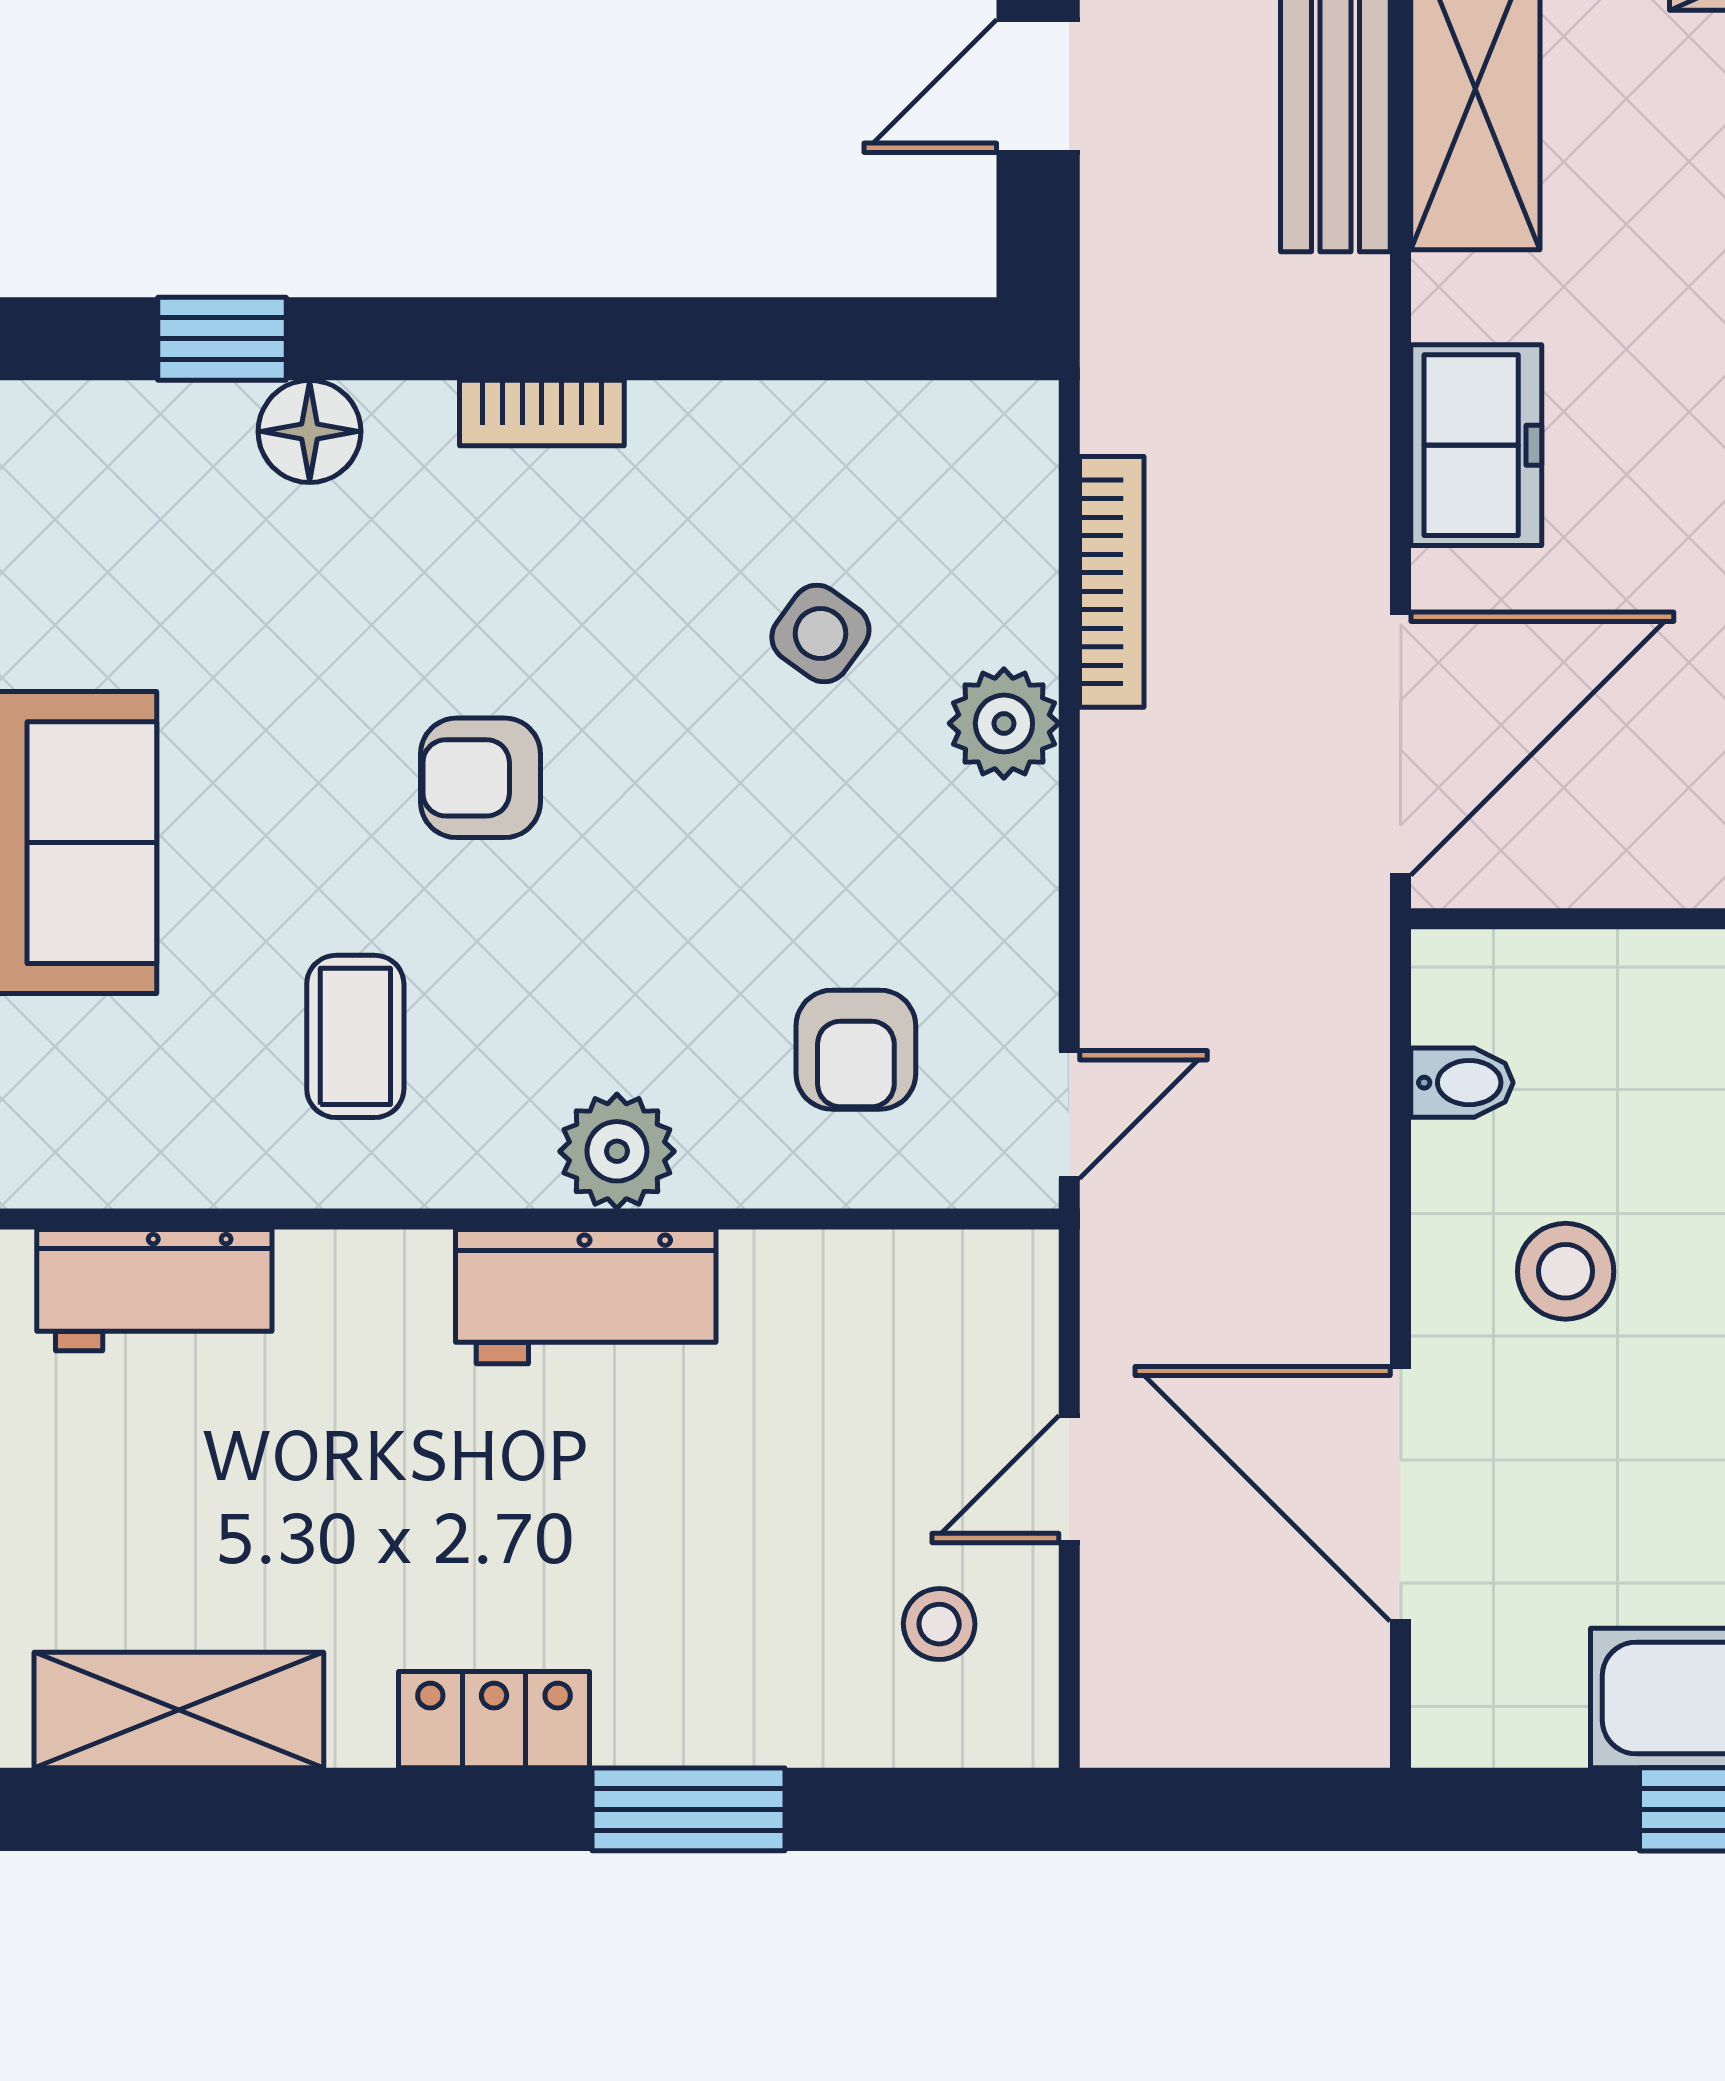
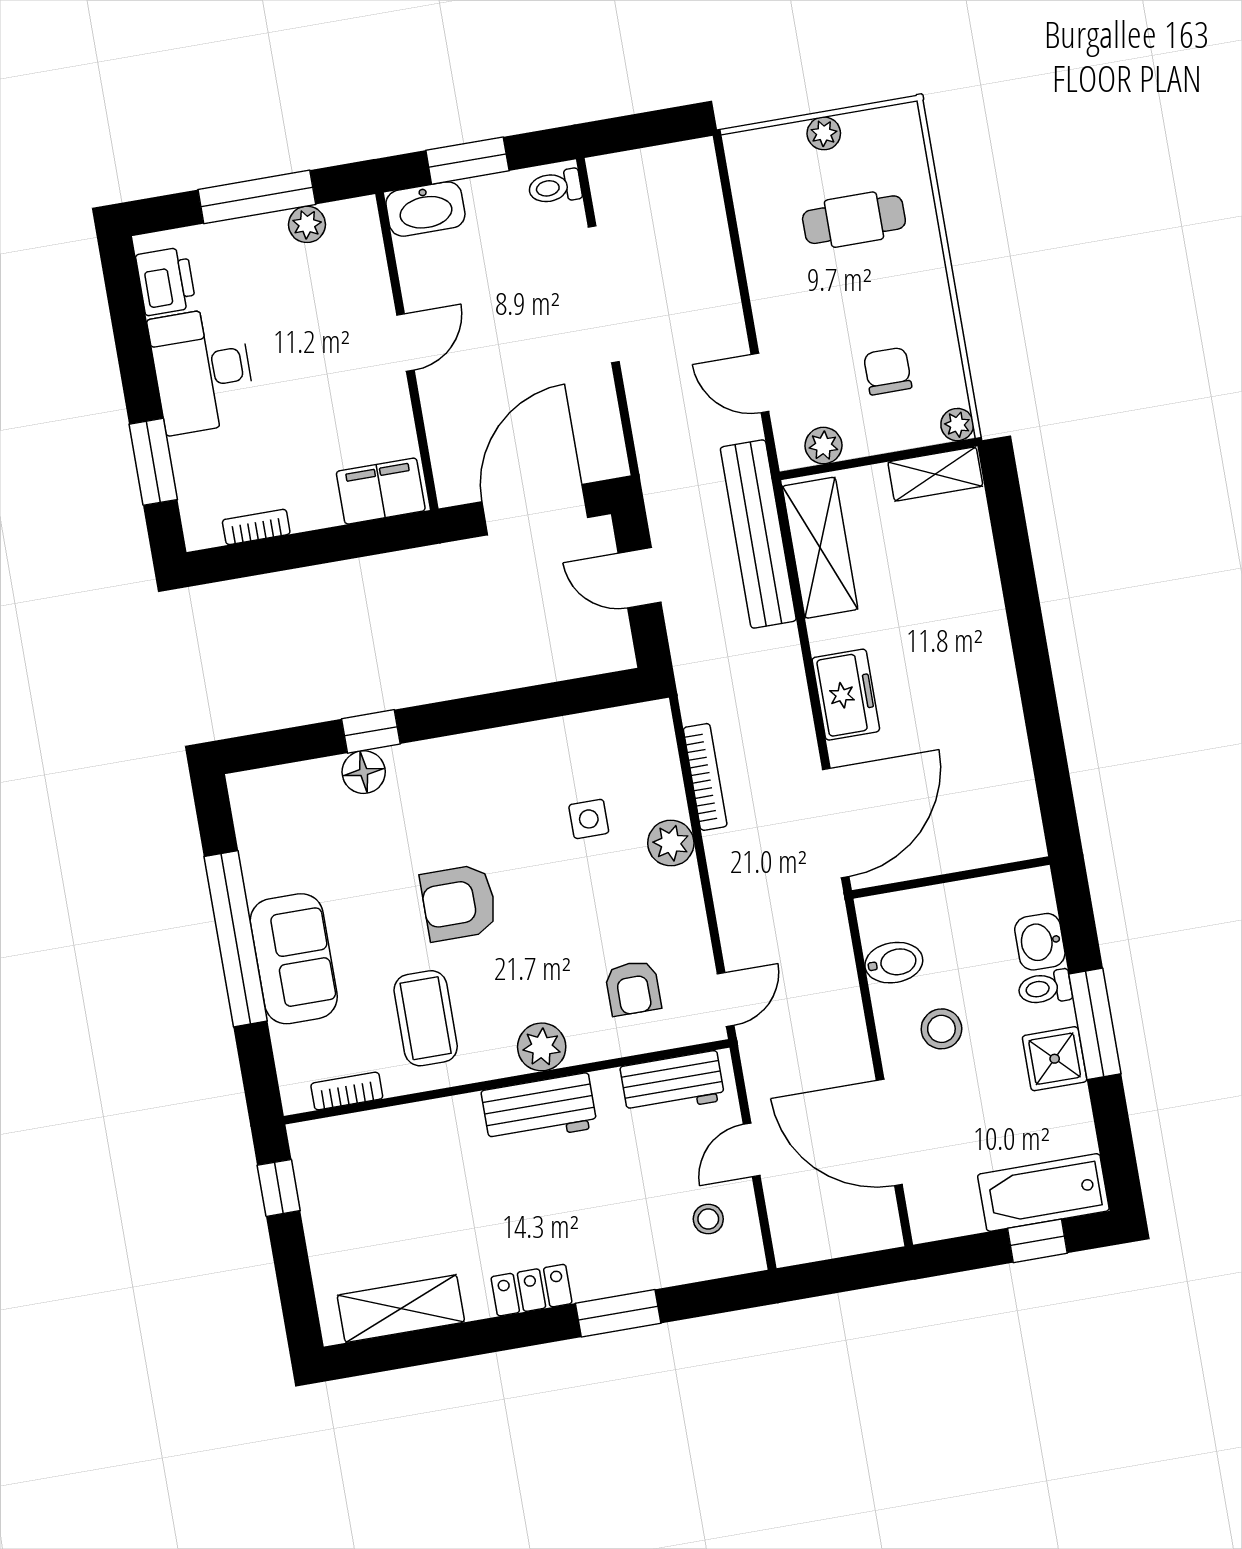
door: (1038, 86) -> (640, 578), hinge flipped
window: (222, 339) -> (371, 731), moved
bookcase: (542, 413) -> (347, 1091), moved, turned 180
side table: (820, 634) -> (589, 819), turned -36
armchair: (481, 778) -> (459, 903), width x1.38, depth x1.38
coffee table: (355, 1036) -> (426, 1018), width x1.36, depth x1.30
bidet: (1462, 1083) -> (894, 963), width x1.38, depth x1.36
workbench: (154, 1290) -> (672, 1083), moved

